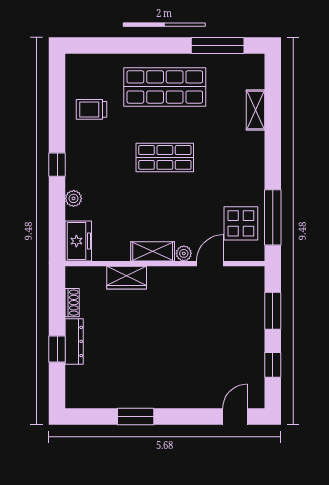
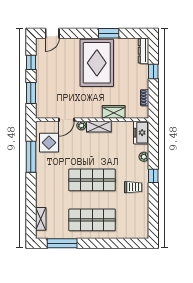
trolley: (91, 109) -> (133, 187), moved
shelving: (255, 110) -> (41, 219), moved
shop shelf: (165, 157) -> (92, 180), width x1.43, depth x1.36
window: (273, 217) -> (31, 157), moved
dresser: (74, 341) -> (143, 51), moved
rug: (156, 364) -> (97, 63), added

